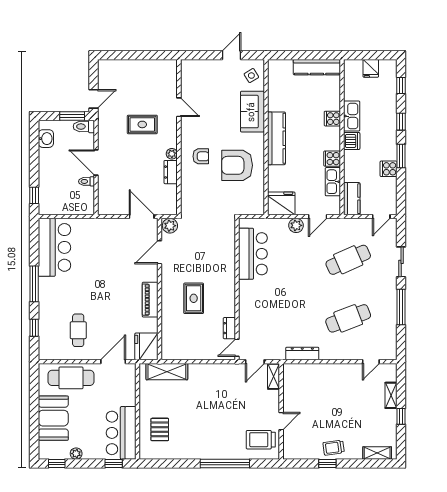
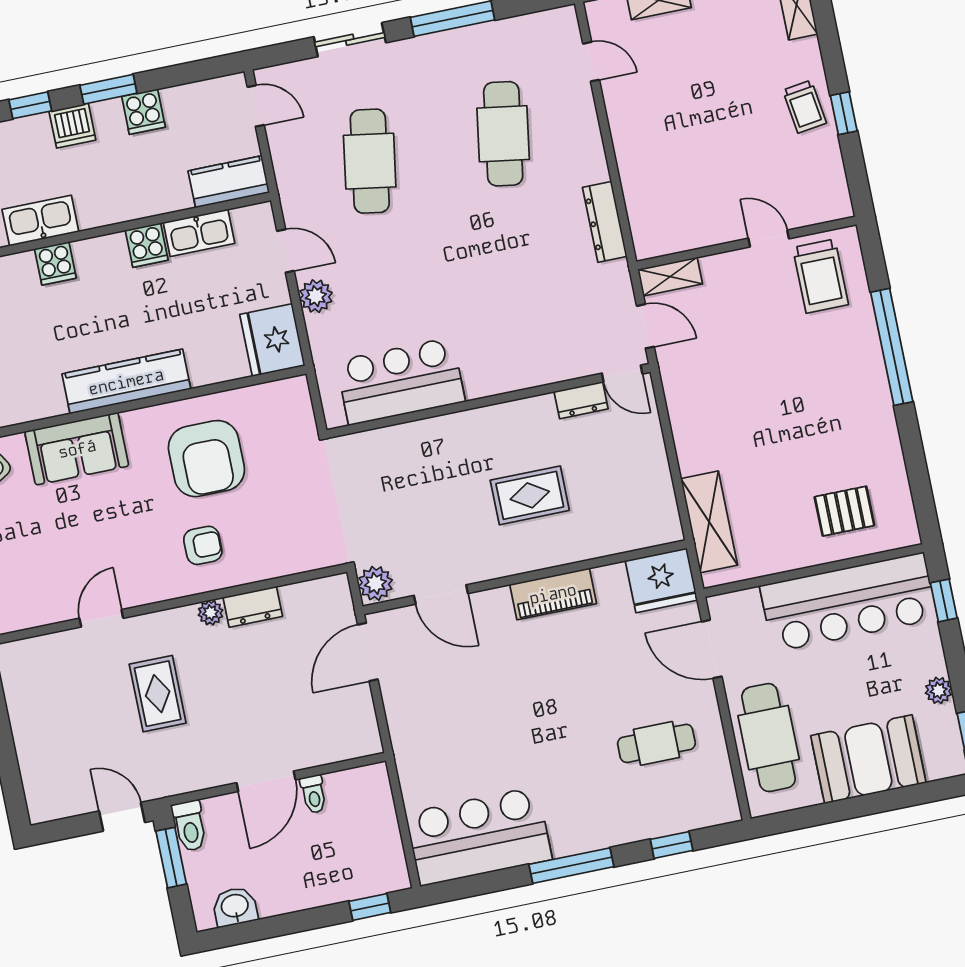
dishwasher: (352, 141) -> (72, 126), moved, turned 180
armchair: (201, 156) -> (203, 545), turned 90
cafe table: (348, 260) -> (370, 161), turned 33
cafe table: (348, 318) -> (503, 134), turned 30
bar counter: (121, 433) -> (848, 602), width x1.36

